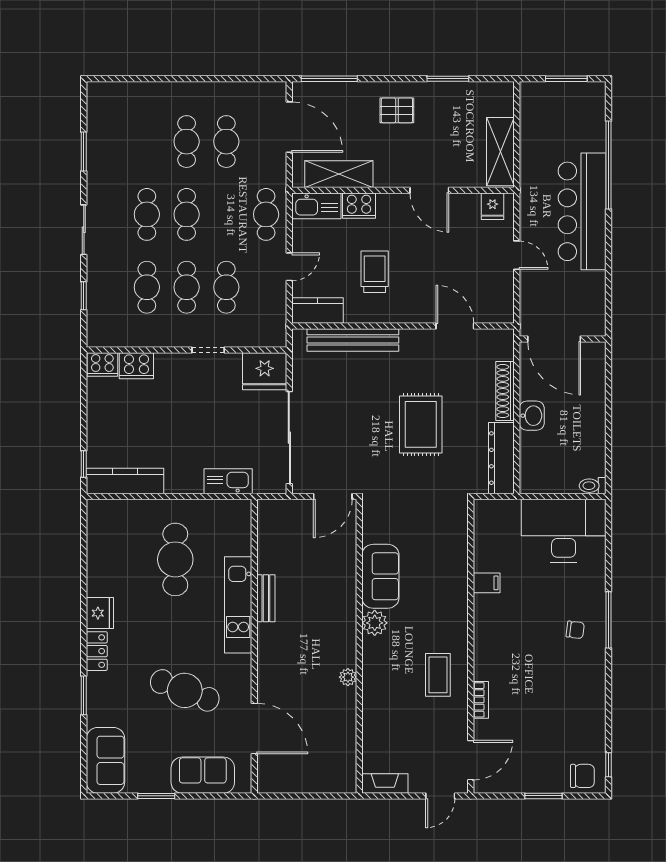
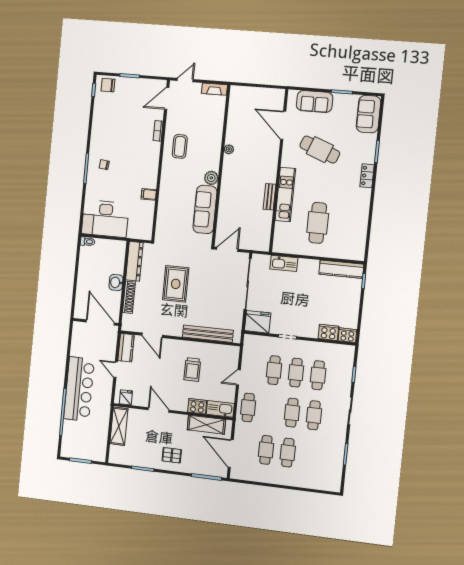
kitchen counter: (318, 311) -> (126, 348), moved, turned -90
sofa: (380, 576) -> (205, 209), width x1.36
fridge: (100, 613) -> (363, 197), removed

